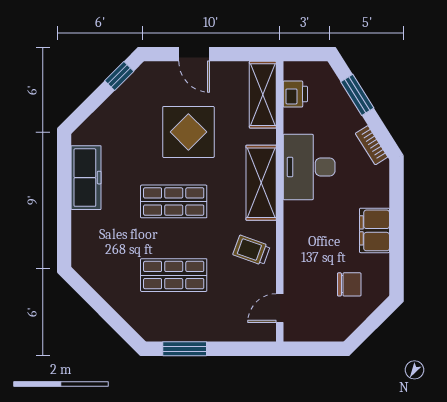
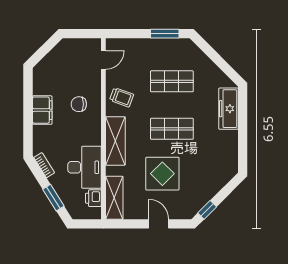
desk: (309, 167) -> (84, 167), moved
freezer: (86, 178) -> (228, 109), moved
chair: (349, 284) -> (79, 104), moved

